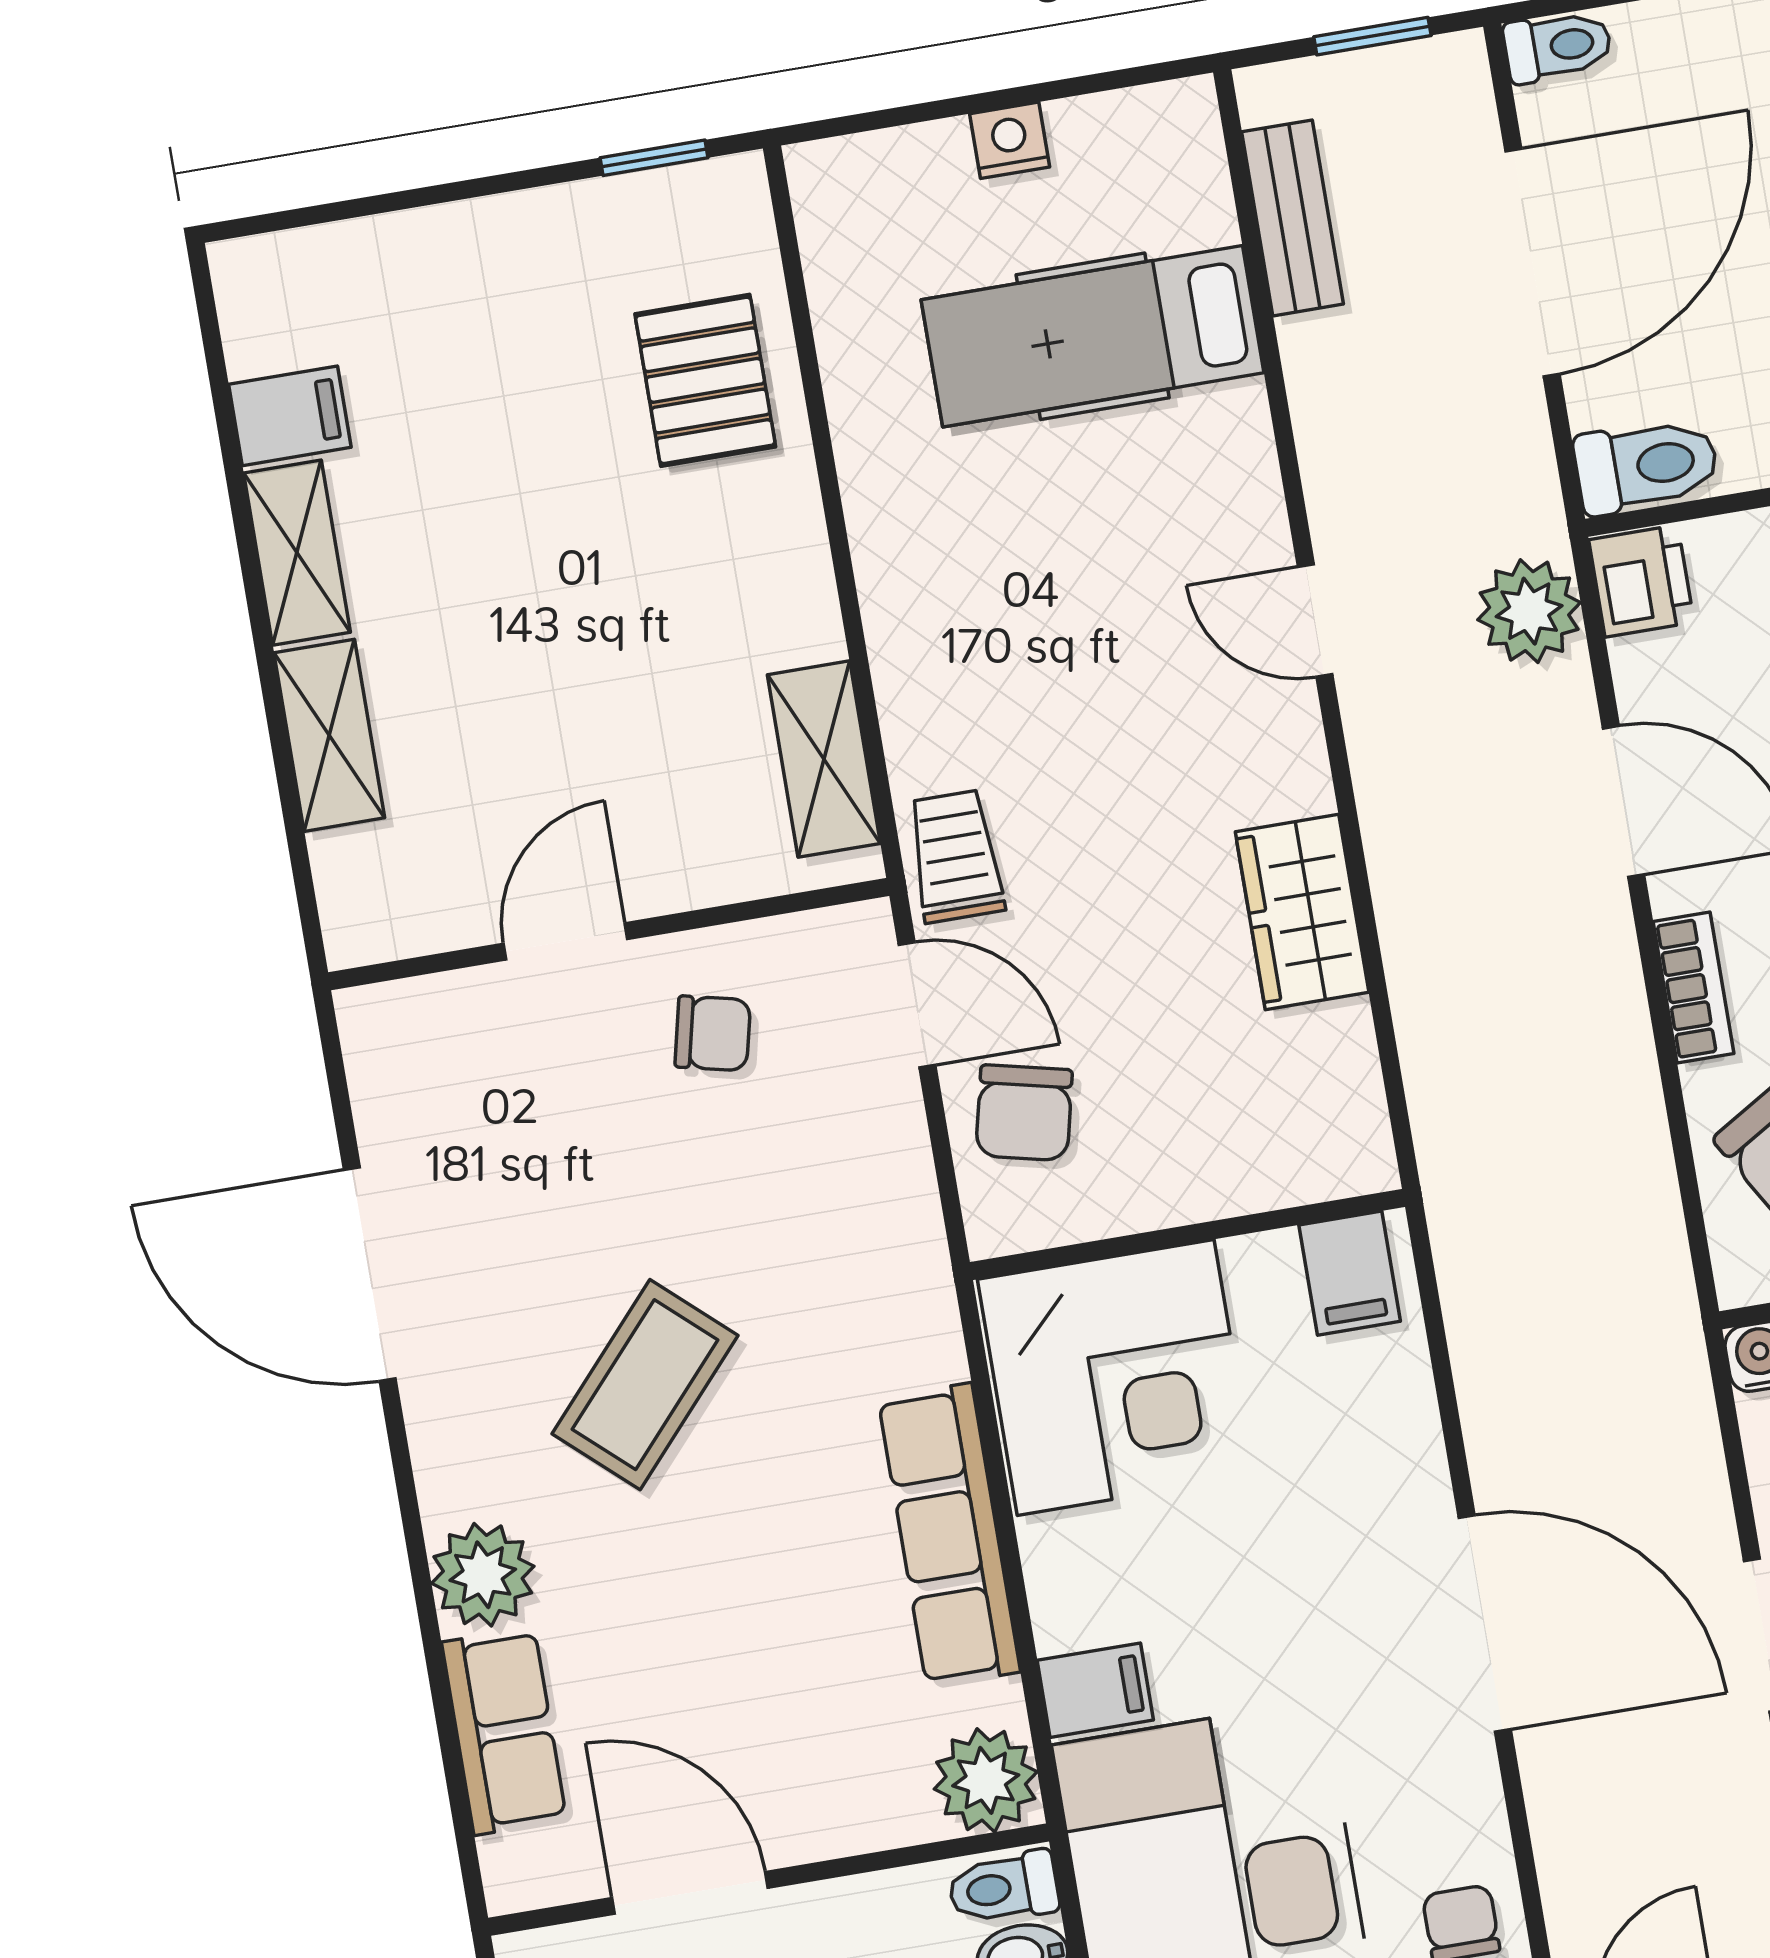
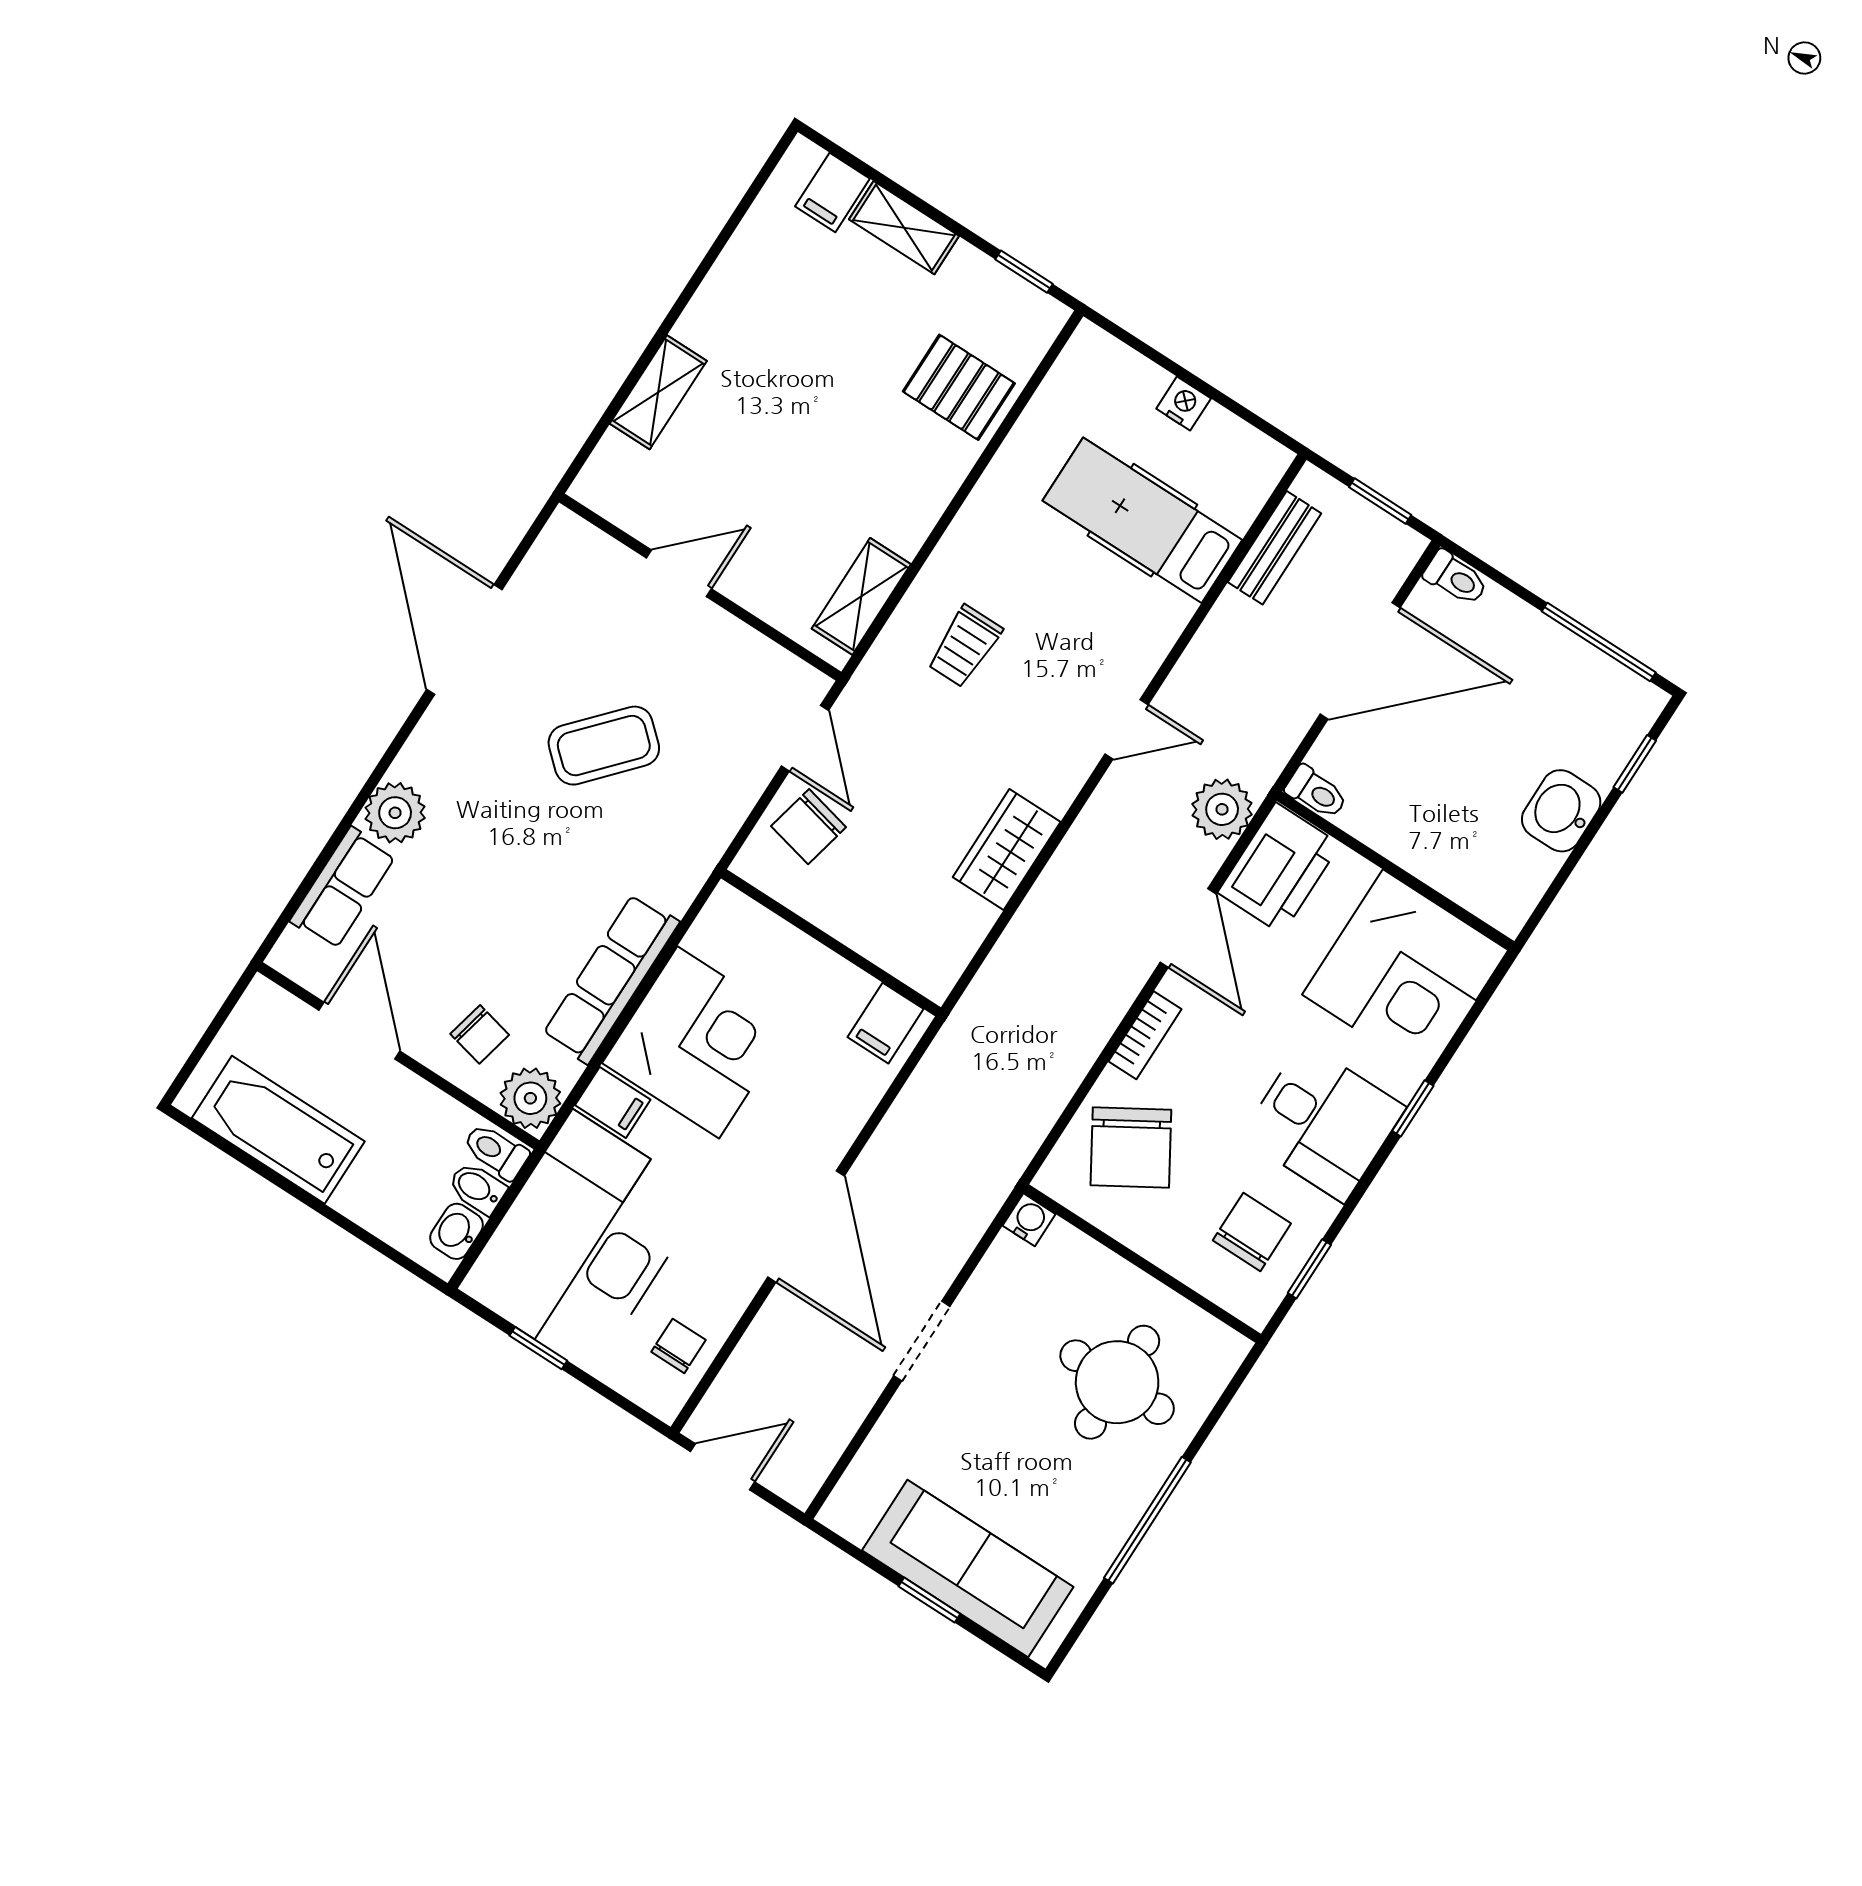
pallet: (705, 380) -> (959, 387), turned 90
filing cabinet: (290, 416) -> (832, 193), moved, turned 90
toilet: (1646, 466) -> (1316, 792), width x0.73, depth x0.72
shelving: (297, 553) -> (904, 228), moved, turned 90
printer: (1641, 581) -> (1279, 868), width x1.87, depth x1.48
door: (1315, 621) -> (1126, 729), swing flipped
trolley: (955, 856) -> (965, 646), moved, turned 180
chair: (713, 1033) -> (480, 1034), moved
corner desk: (1116, 1377) -> (698, 1042), moved, turned -90
coffee table: (645, 1385) -> (604, 746), moved

